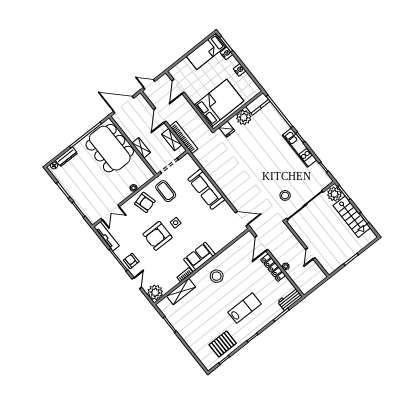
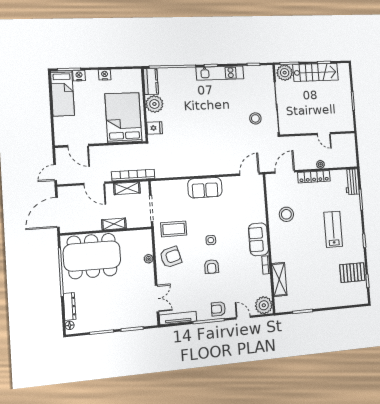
sofa: (206, 189) -> (205, 188), width x0.73
armchair: (158, 236) -> (212, 267), width x0.53, depth x0.53
door: (261, 243) -> (285, 172), swing flipped
stool: (217, 276) -> (286, 214), moved
pallet: (223, 344) -> (352, 273), turned 90

